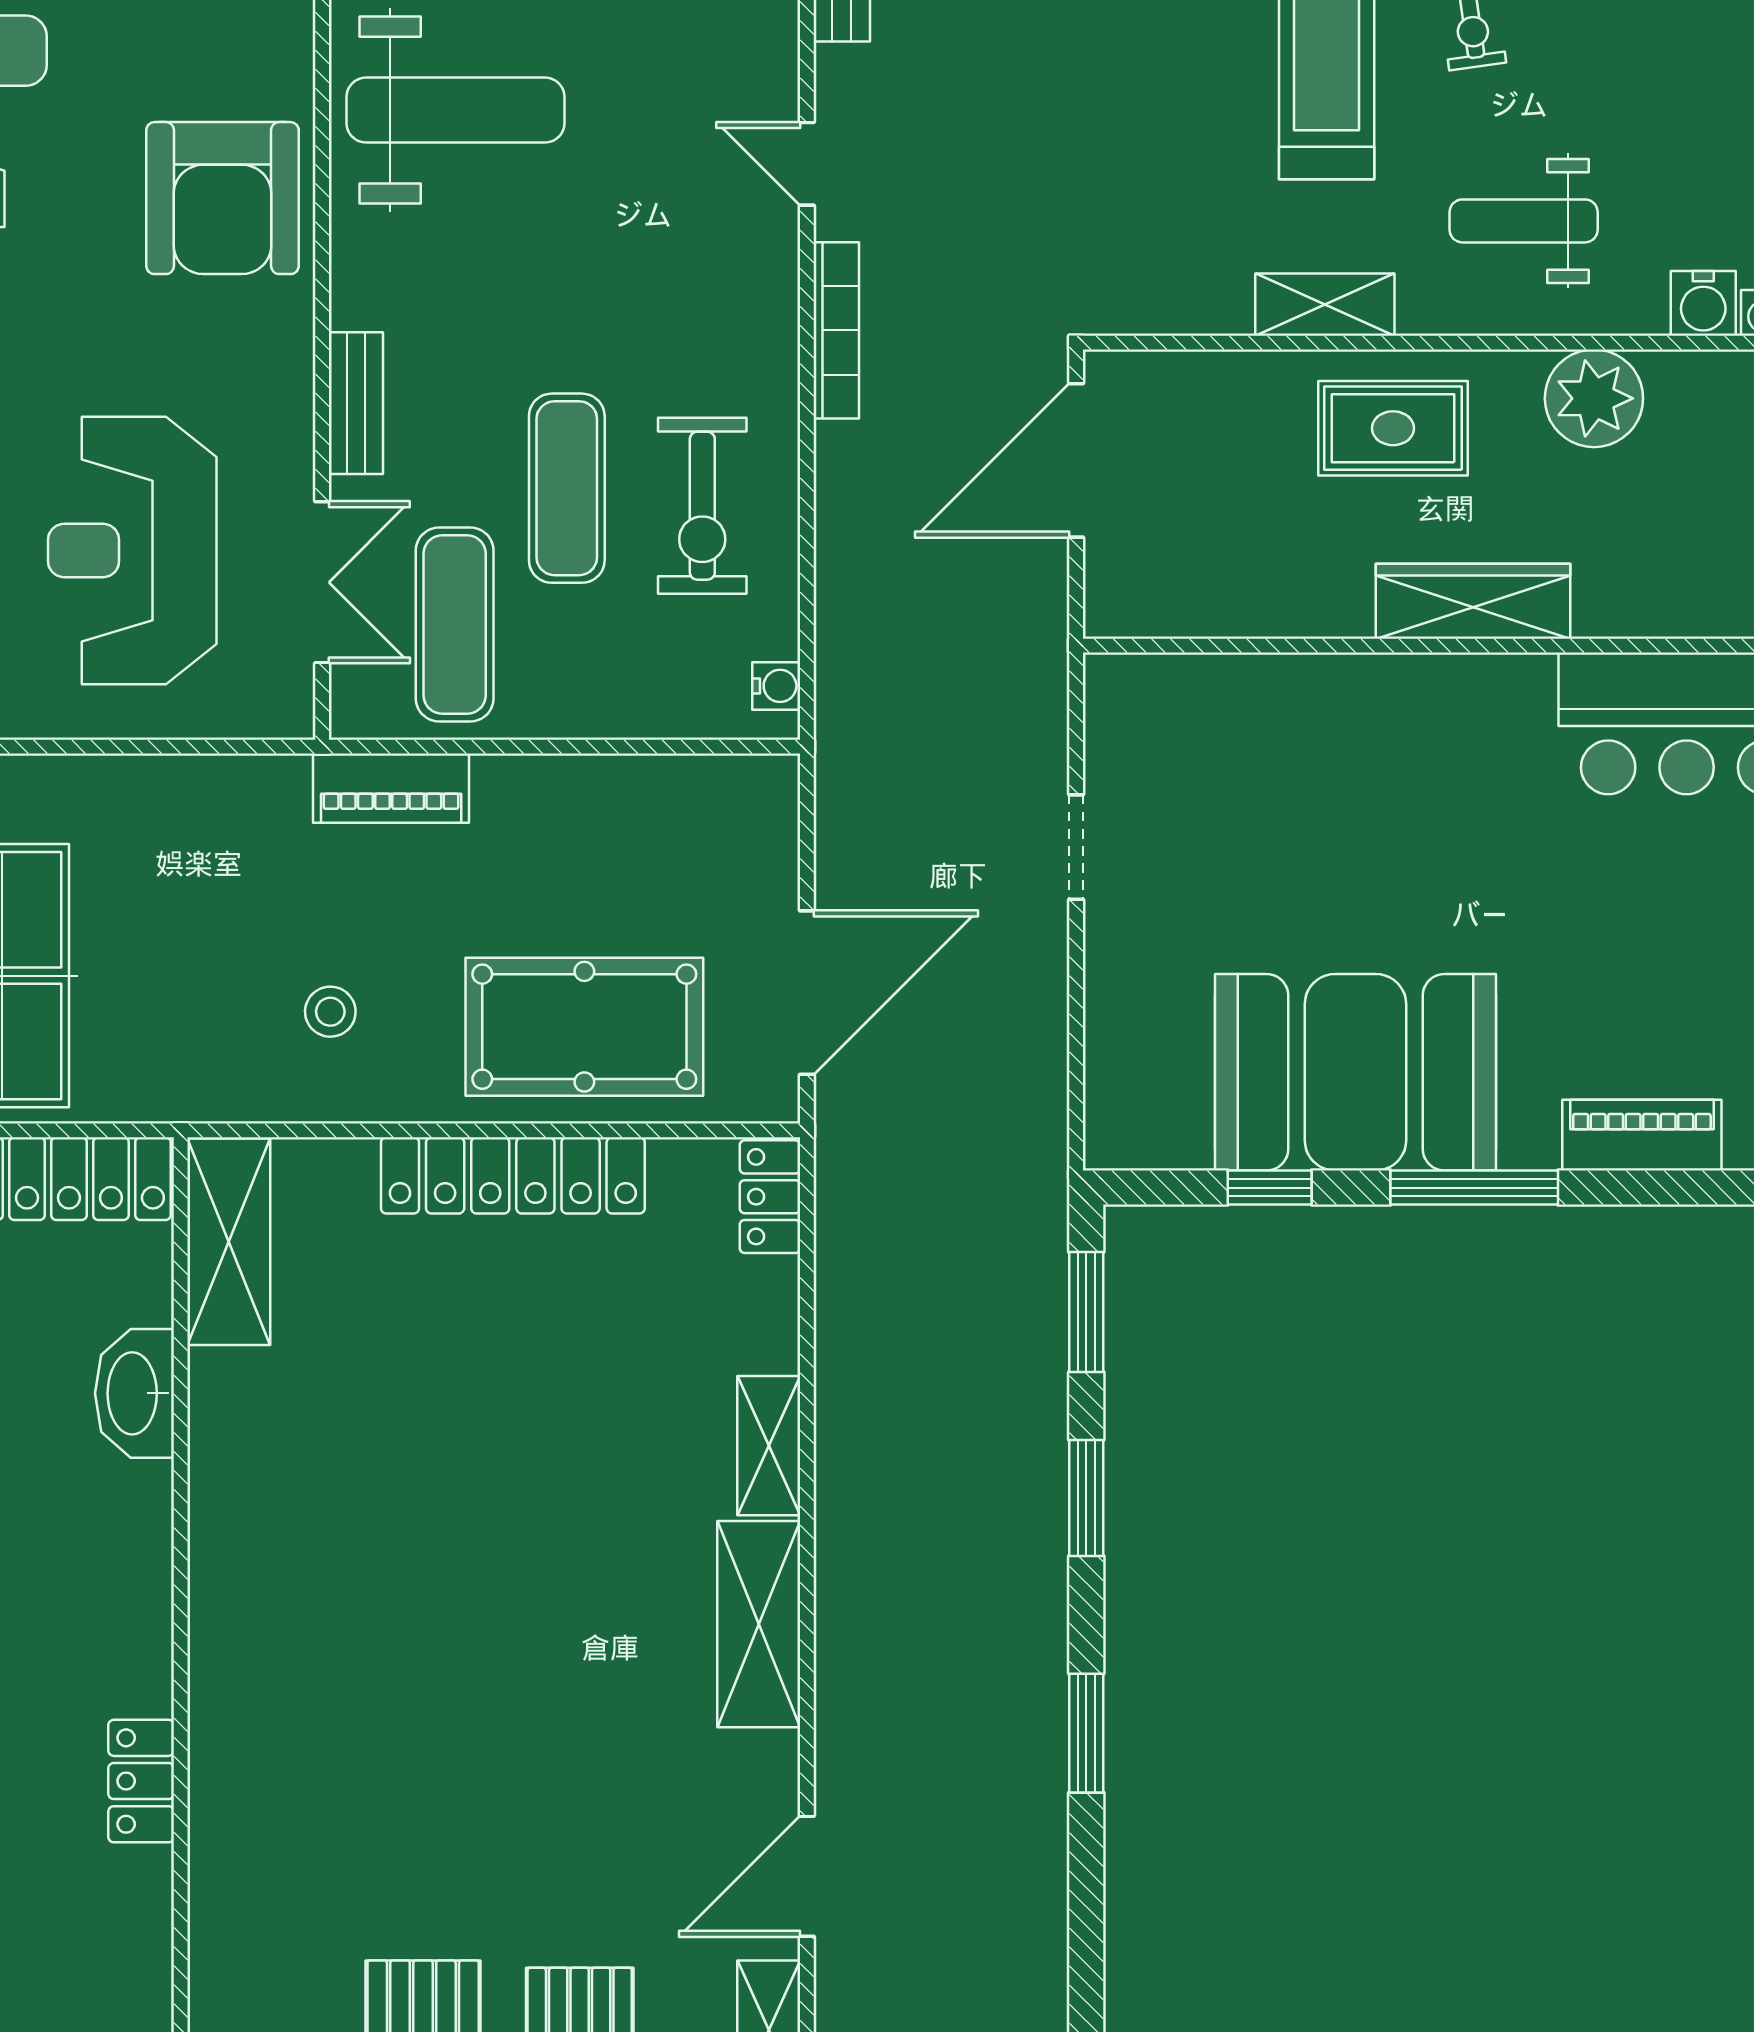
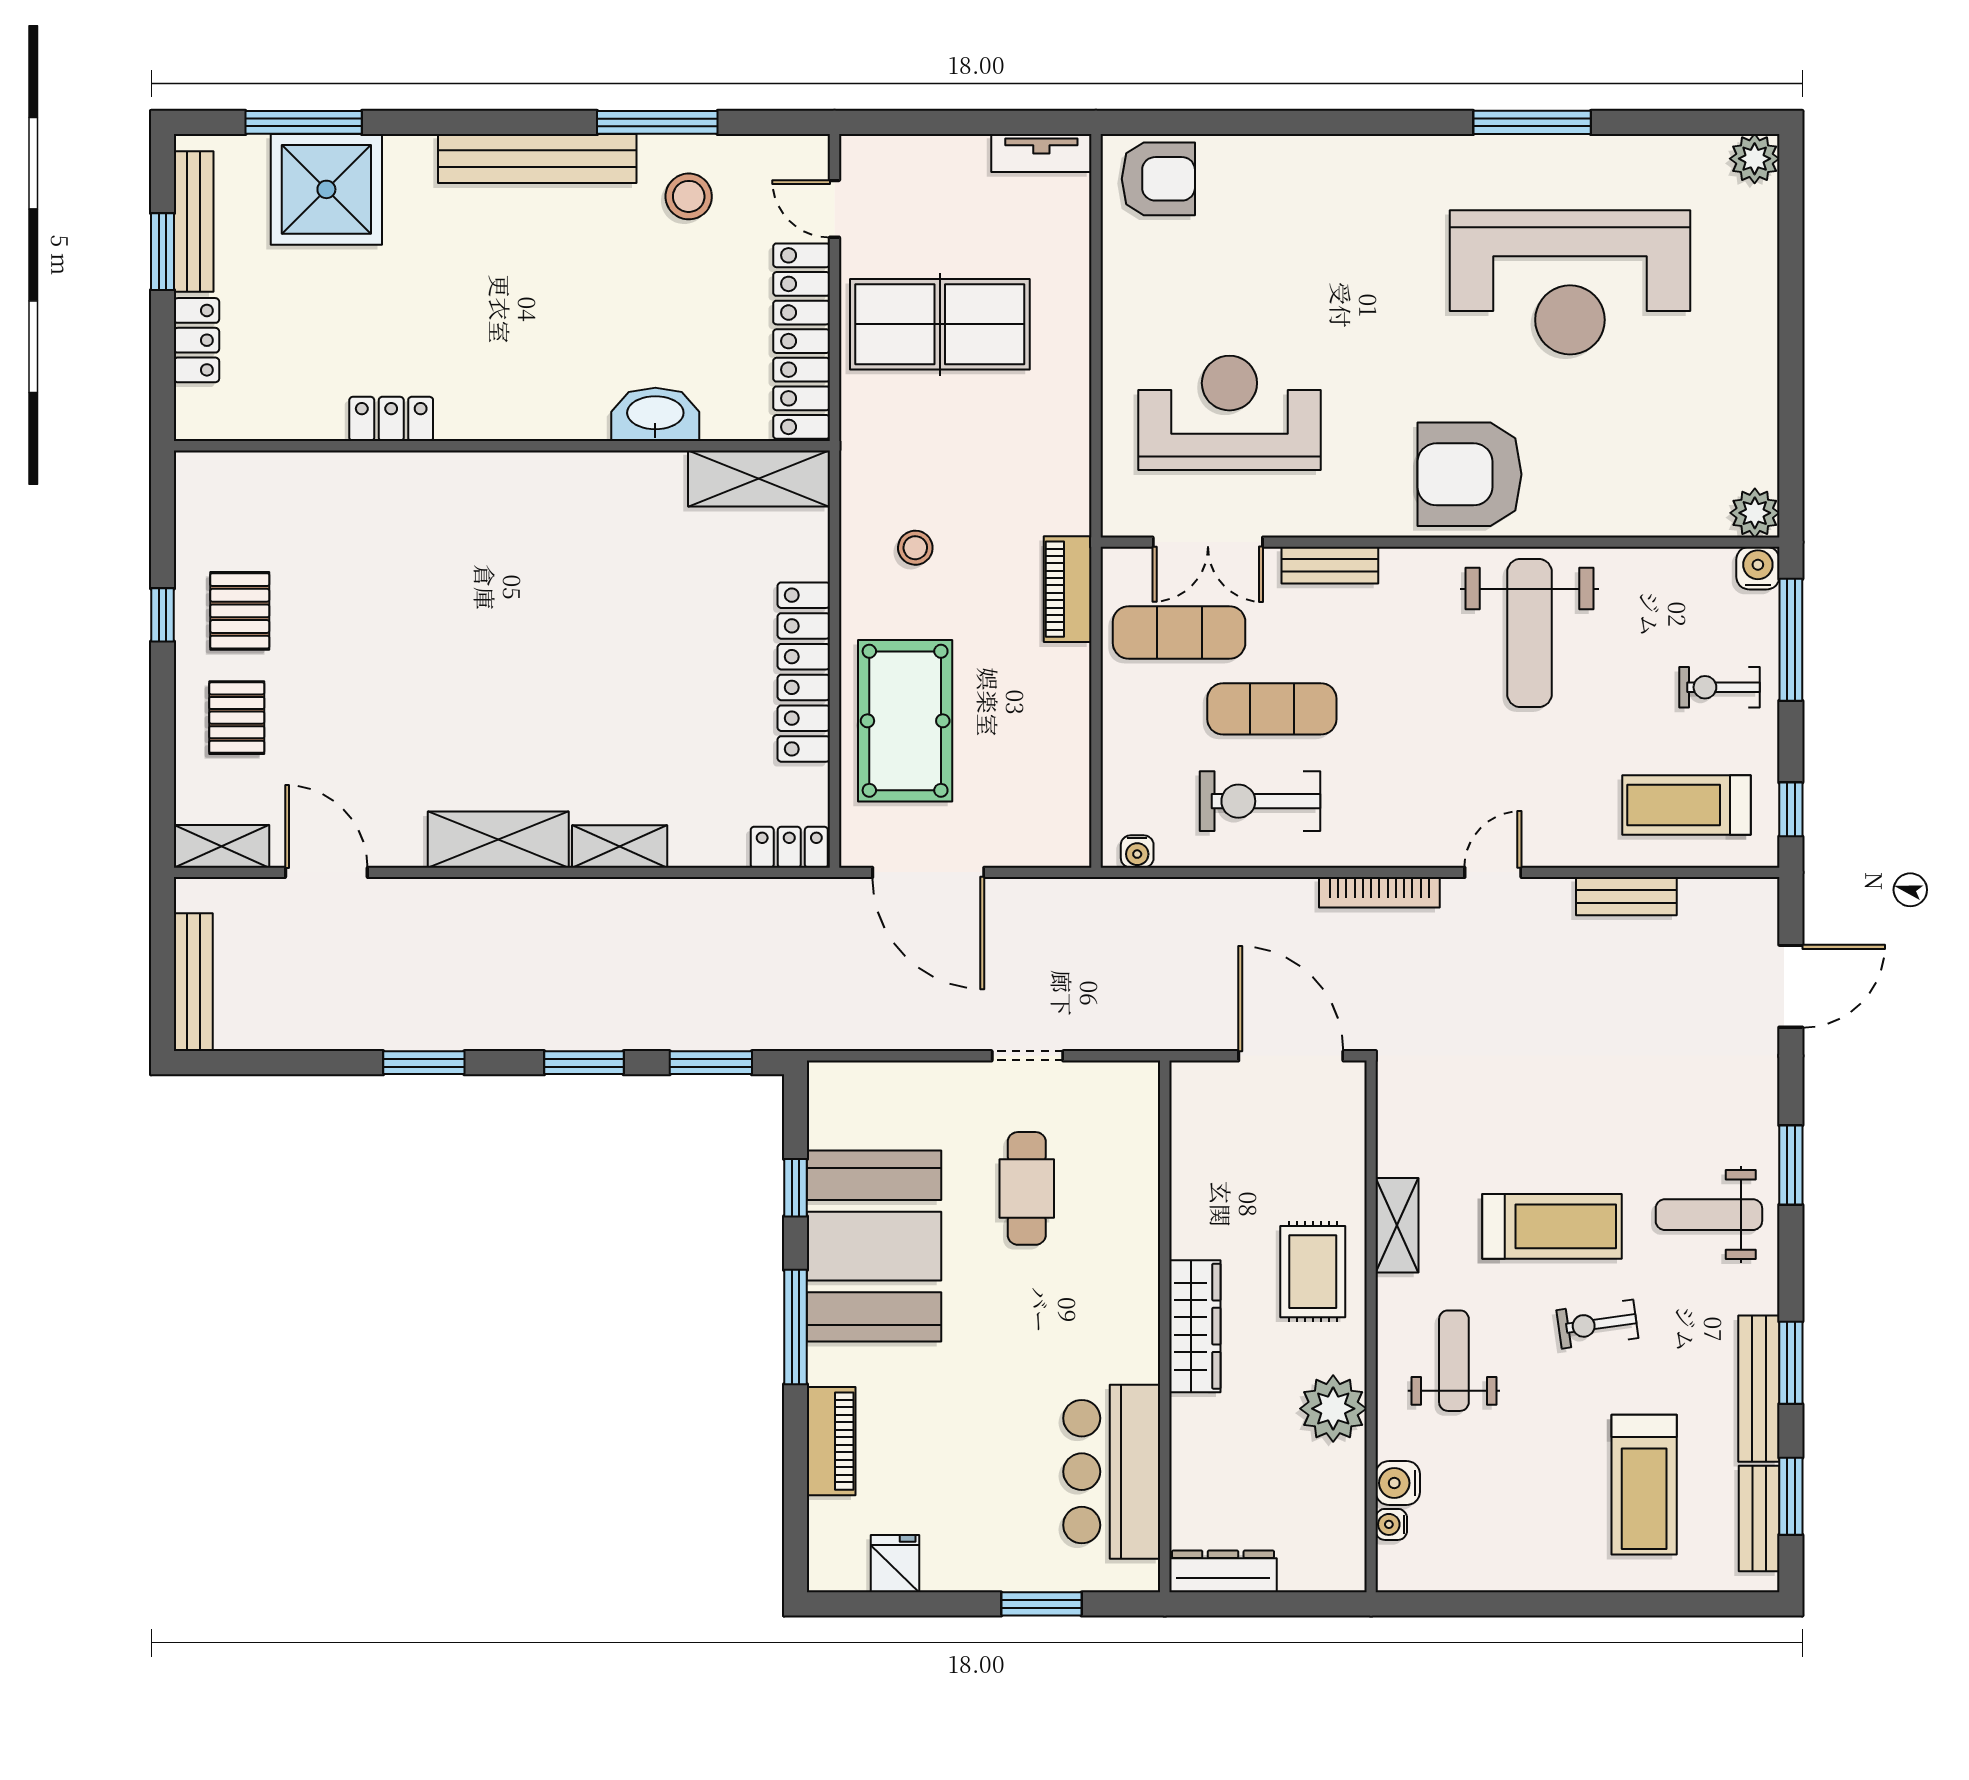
cafe table: (1271, 848) -> (1027, 1188), added

